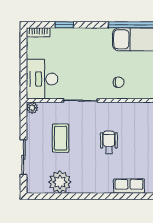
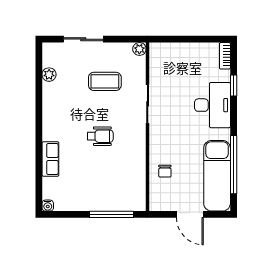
desk: (42, 79) -> (212, 105), moved, turned 90
chair: (119, 82) -> (165, 171), moved
plant: (60, 182) -> (49, 75), width x0.53, depth x0.53

